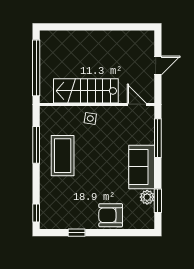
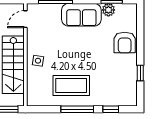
window: (36, 145) -> (77, 109), moved
window: (36, 213) -> (111, 109), moved

